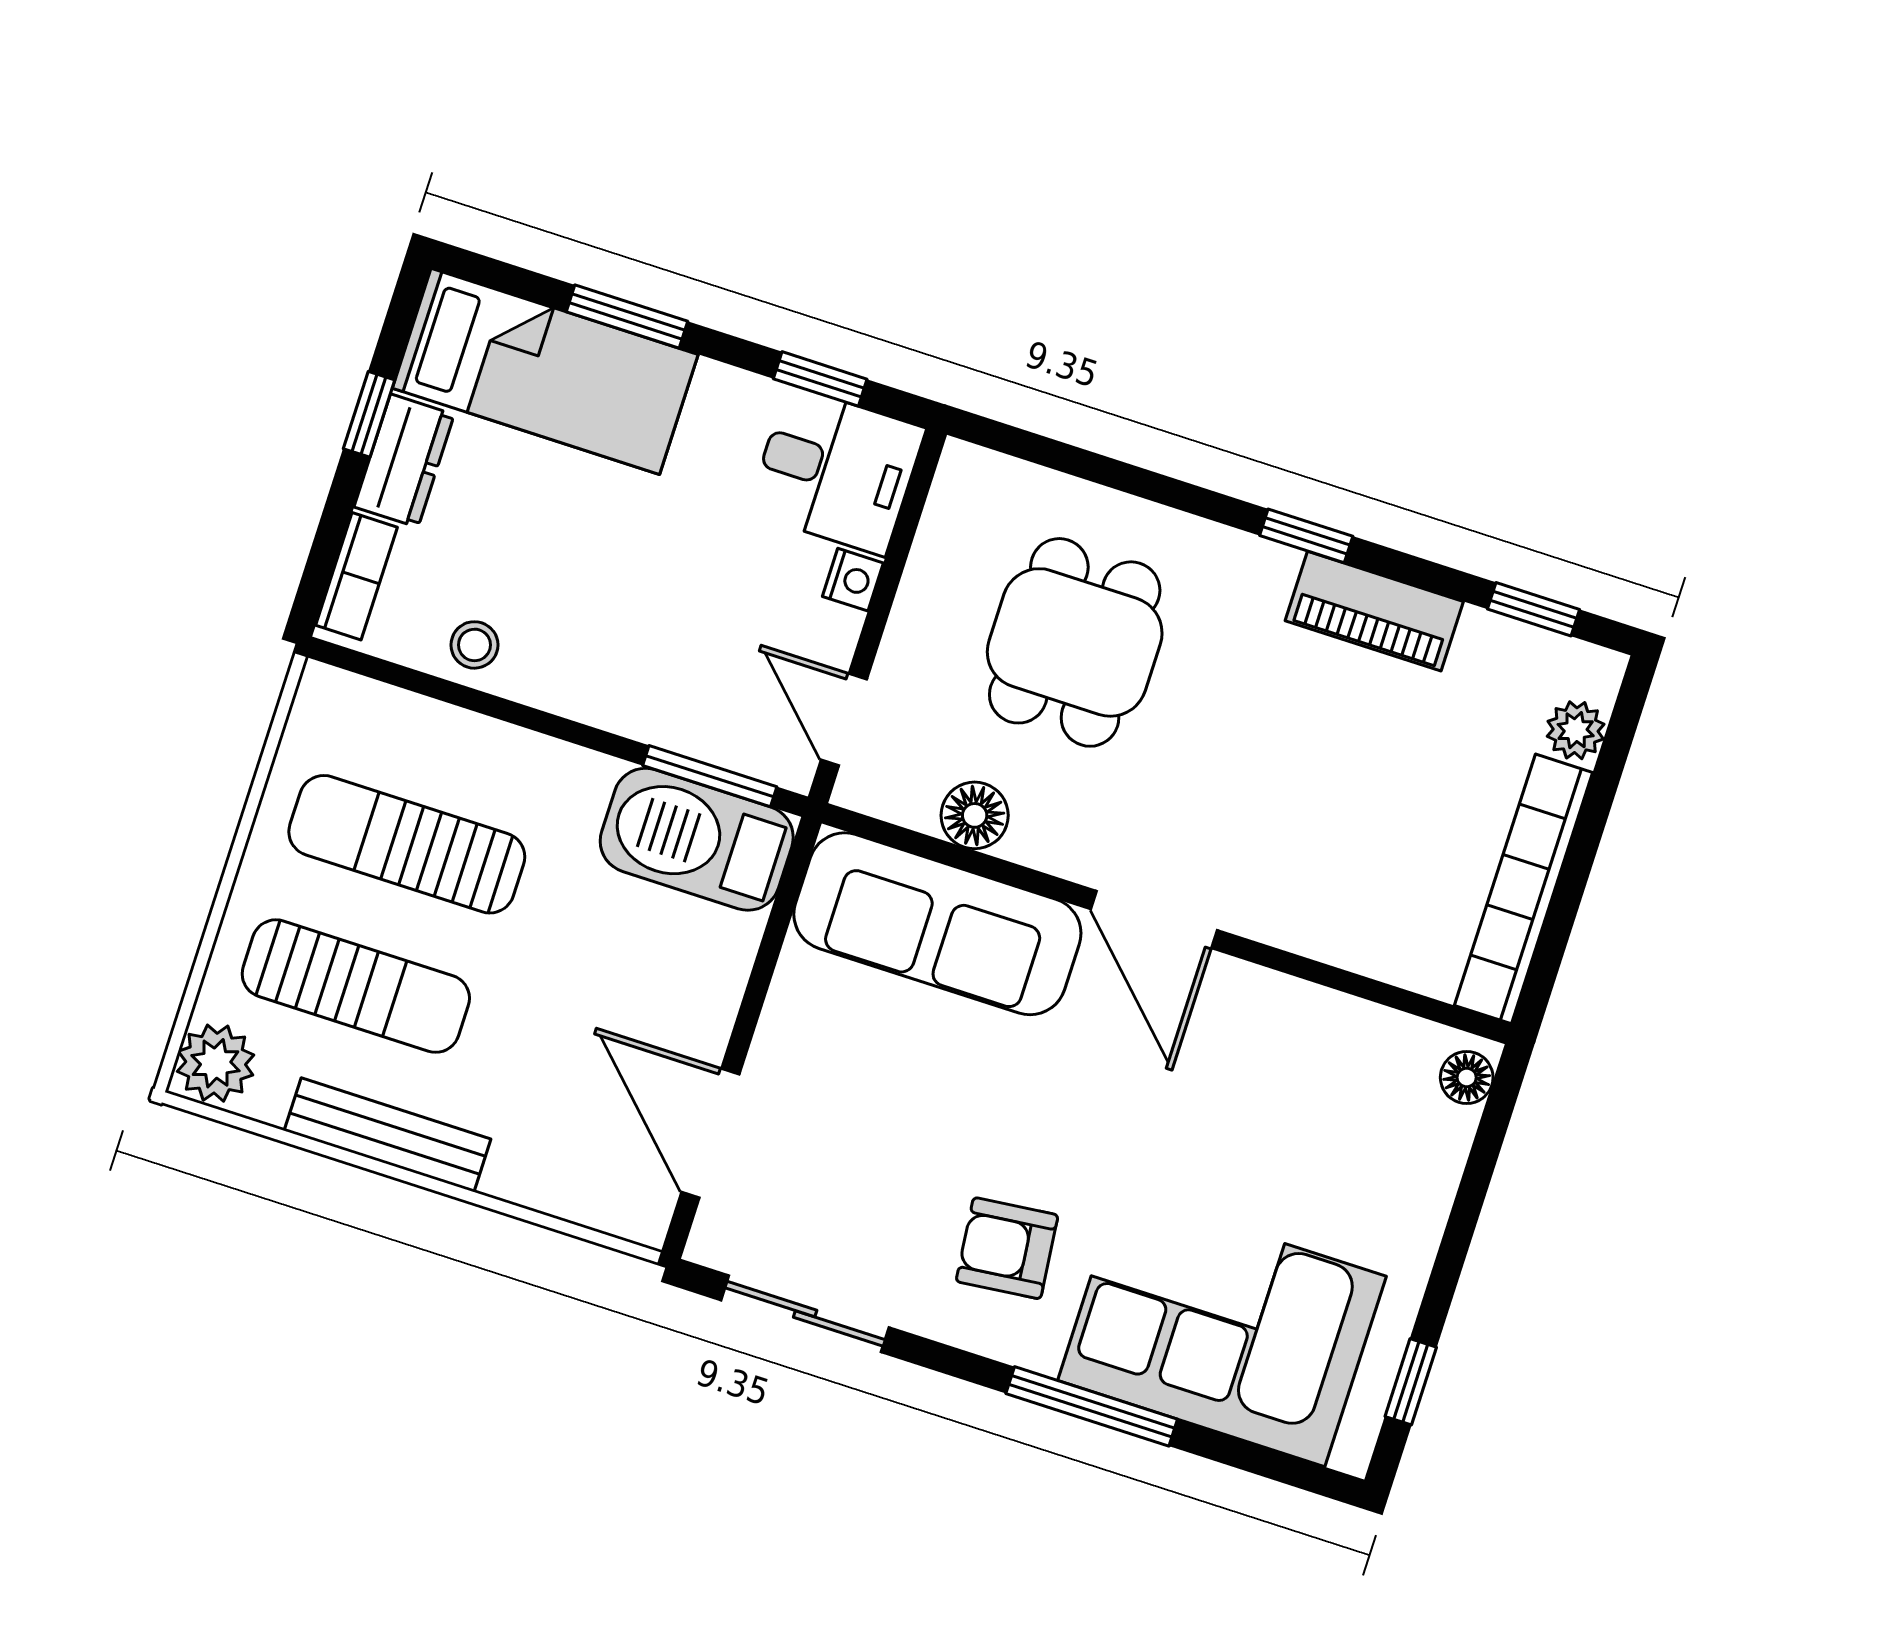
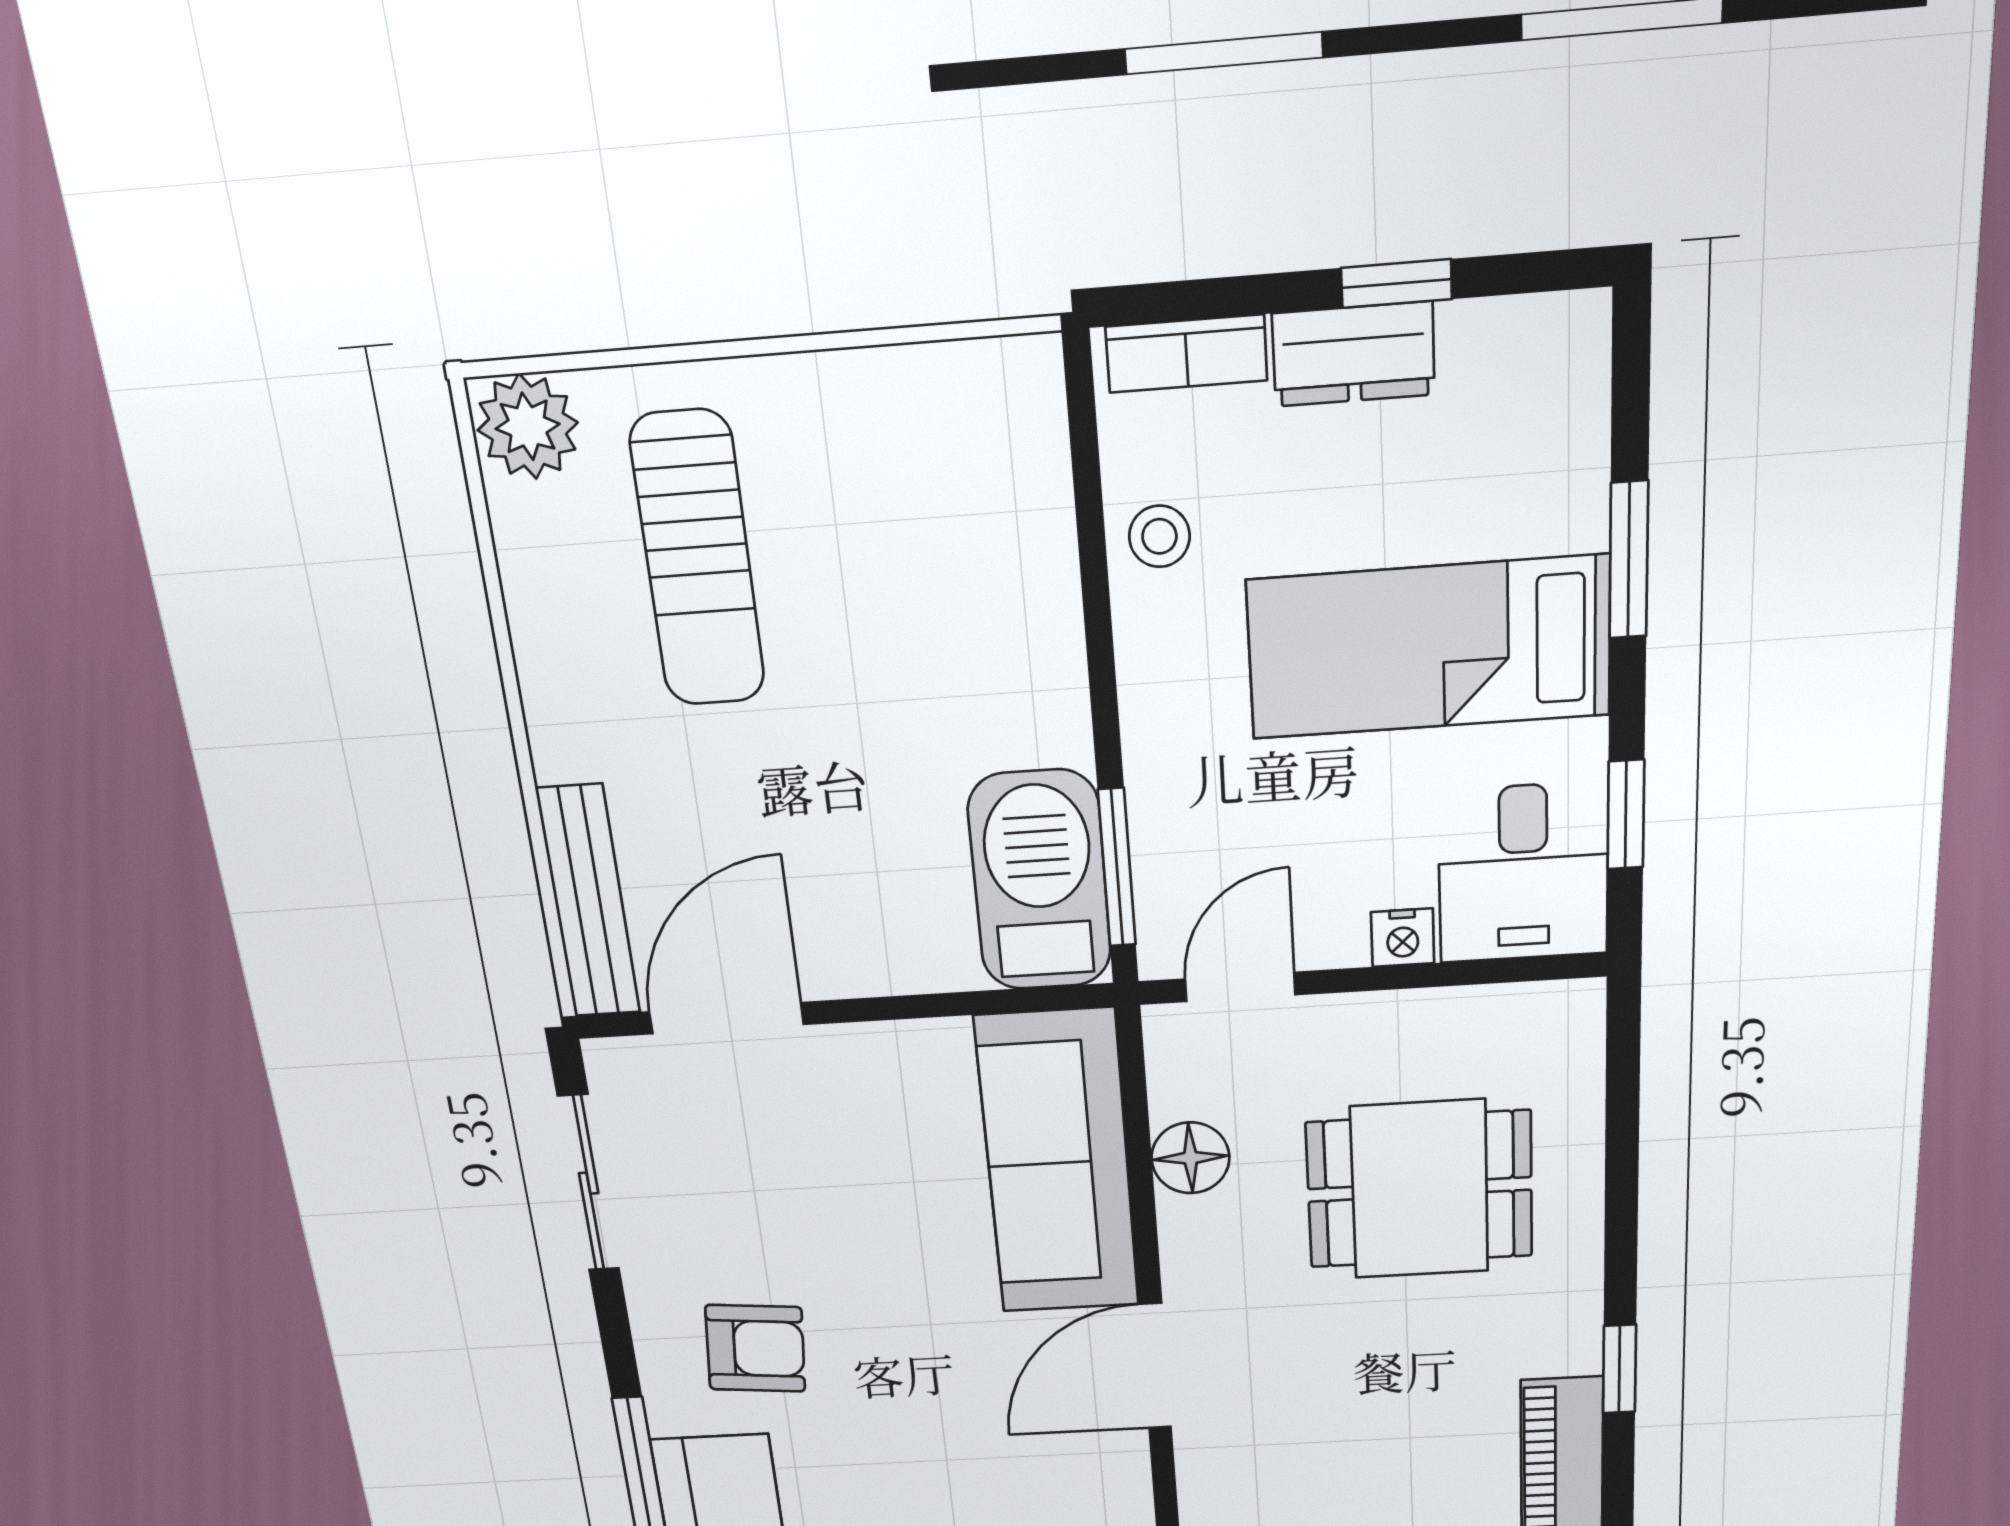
bed: (545, 371) -> (1429, 648), moved, turned 90
sun lounger: (407, 844) -> (889, 552), removed
bench: (388, 1135) -> (589, 902), moved
armchair: (1007, 1248) -> (755, 1348), turned 101

